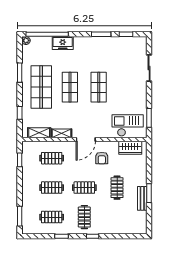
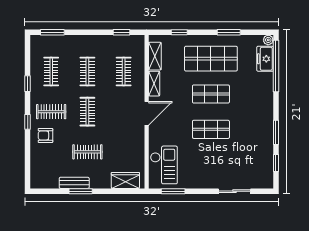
freezer: (63, 43) -> (265, 59), moved
door: (86, 139) -> (147, 113), swing flipped
wardrobe: (130, 148) -> (125, 180), moved, turned 90
armchair: (102, 158) -> (45, 135), moved

